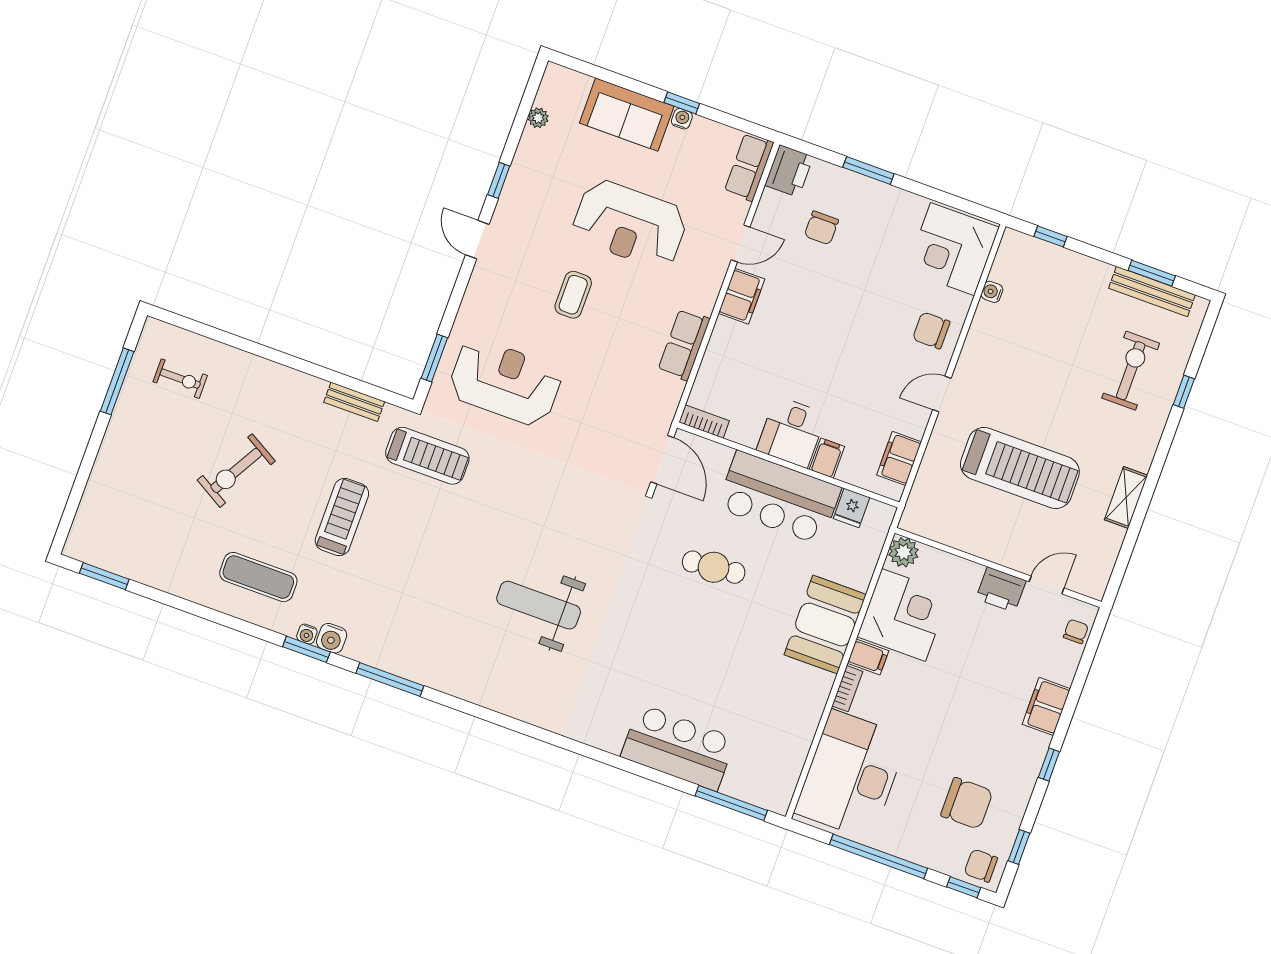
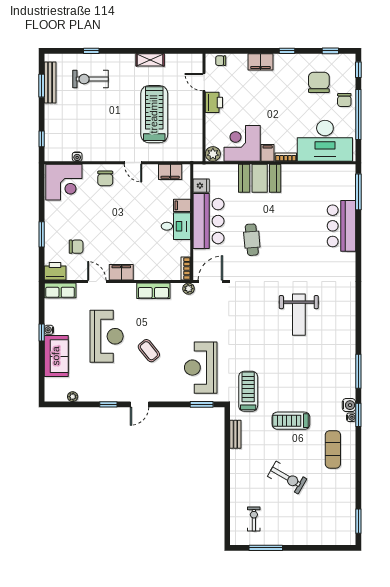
coffee table: (573, 295) -> (149, 351), turned 51
plant: (664, 413) -> (189, 289), added
chair: (981, 866) -> (344, 100), moved

